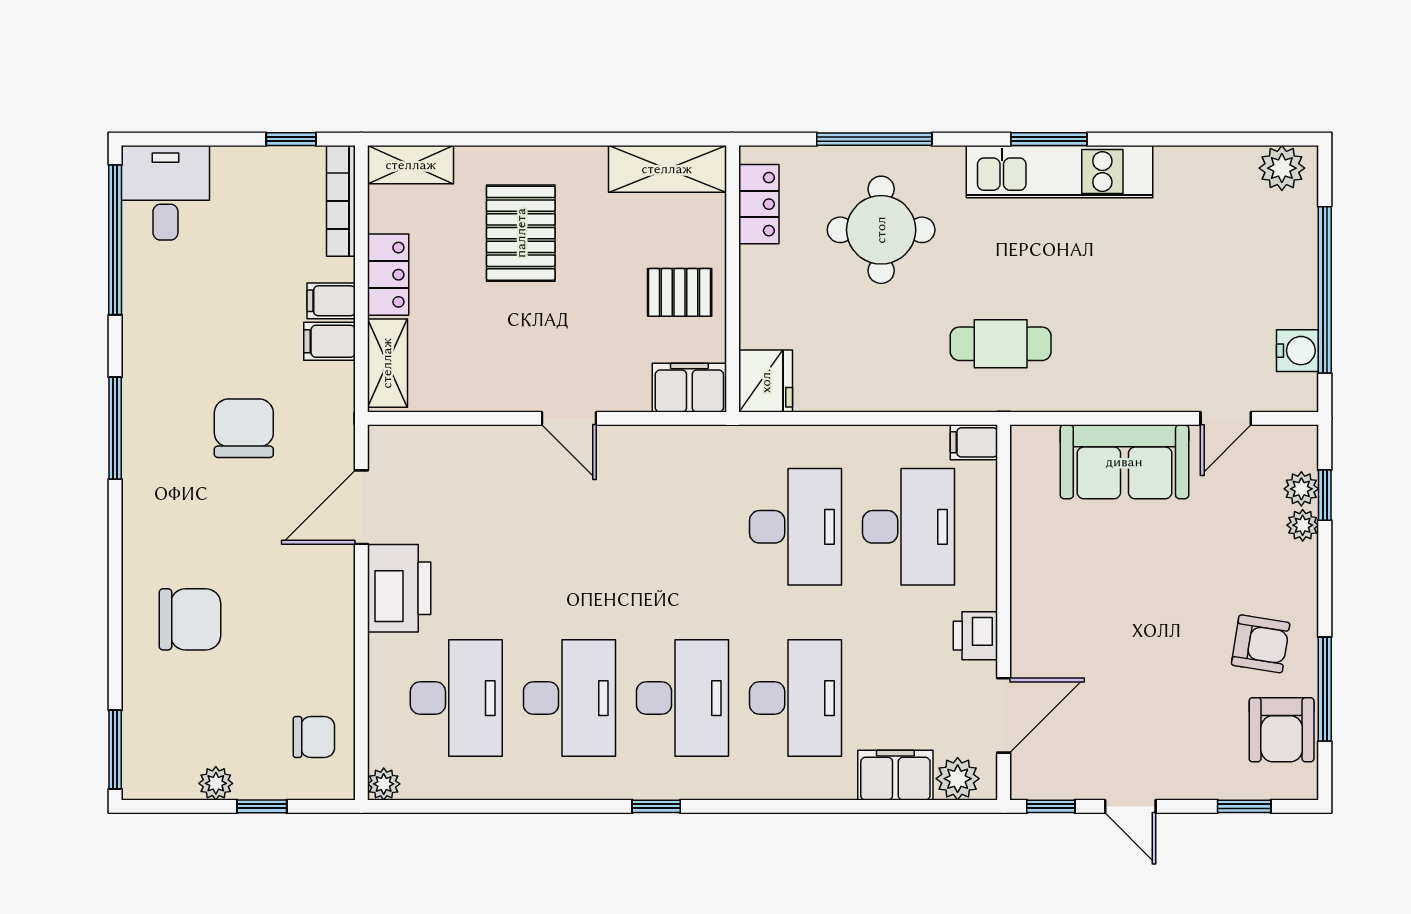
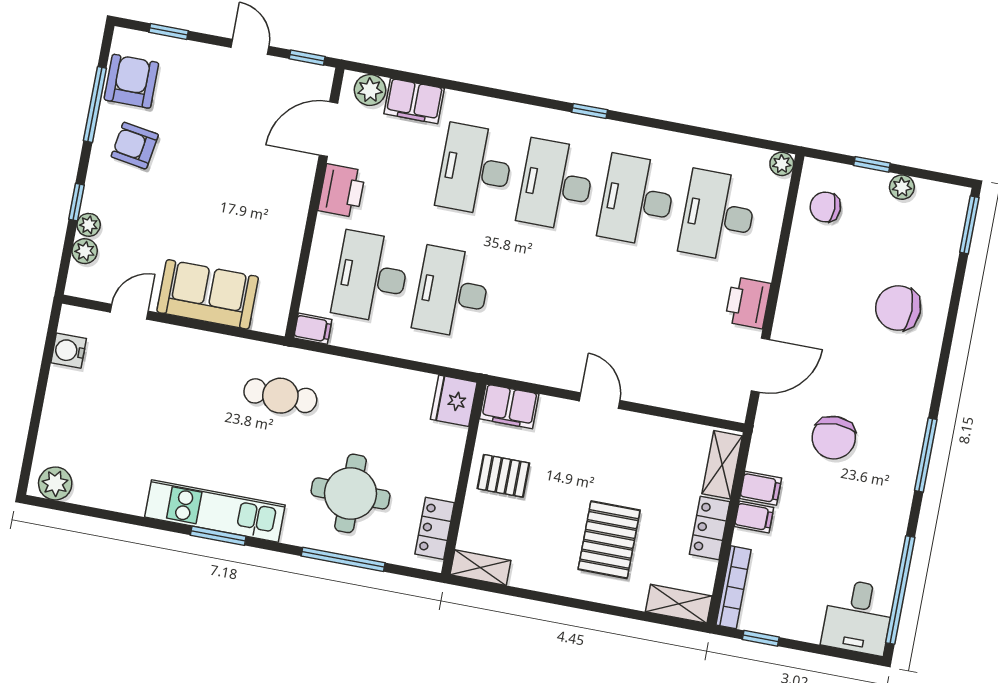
shelving: (667, 169) -> (480, 568), width x0.67, depth x0.75
window: (1325, 290) -> (41, 390), removed
window: (1325, 495) -> (77, 202), moved
printer: (399, 588) -> (748, 303), width x0.73, depth x0.84
printer: (975, 636) -> (342, 191), width x1.36, depth x1.24

